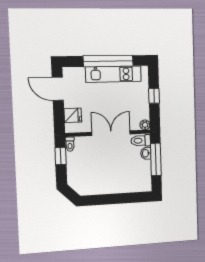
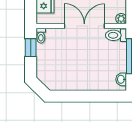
washbasin: (146, 153) -> (121, 79), moved

